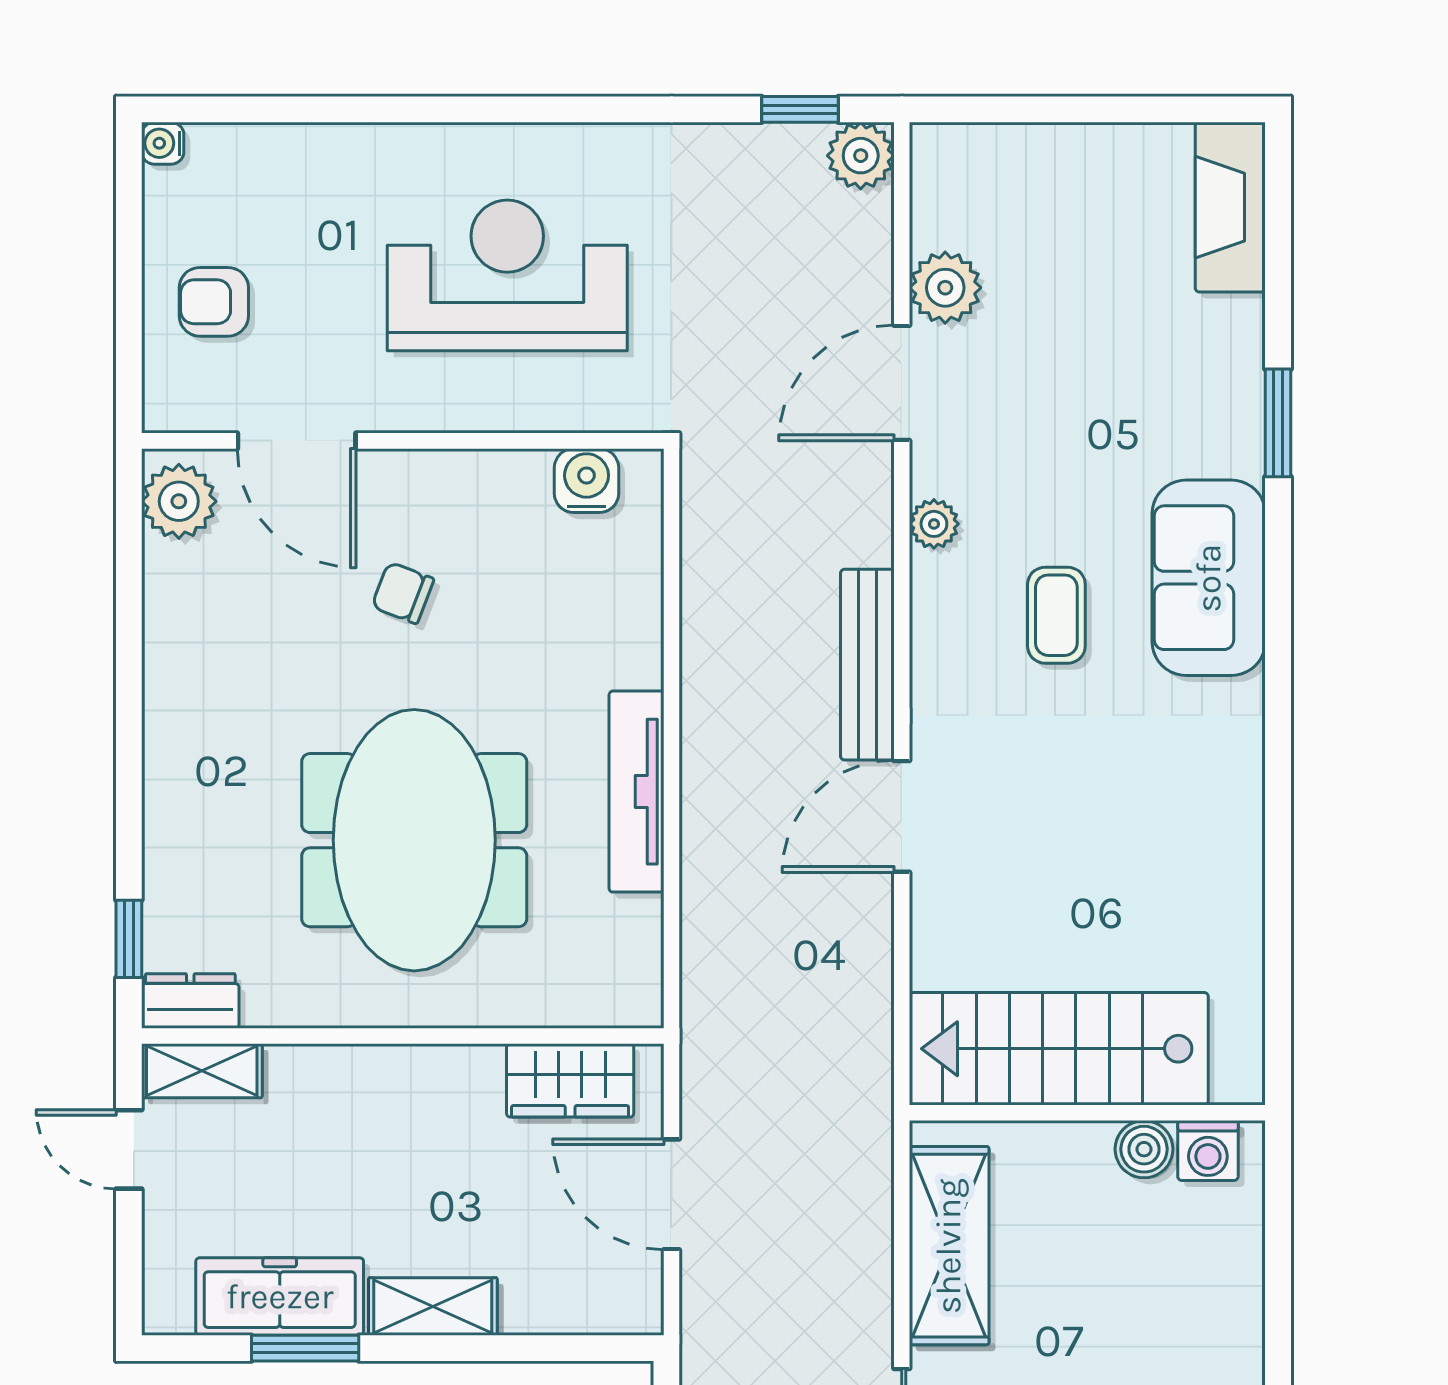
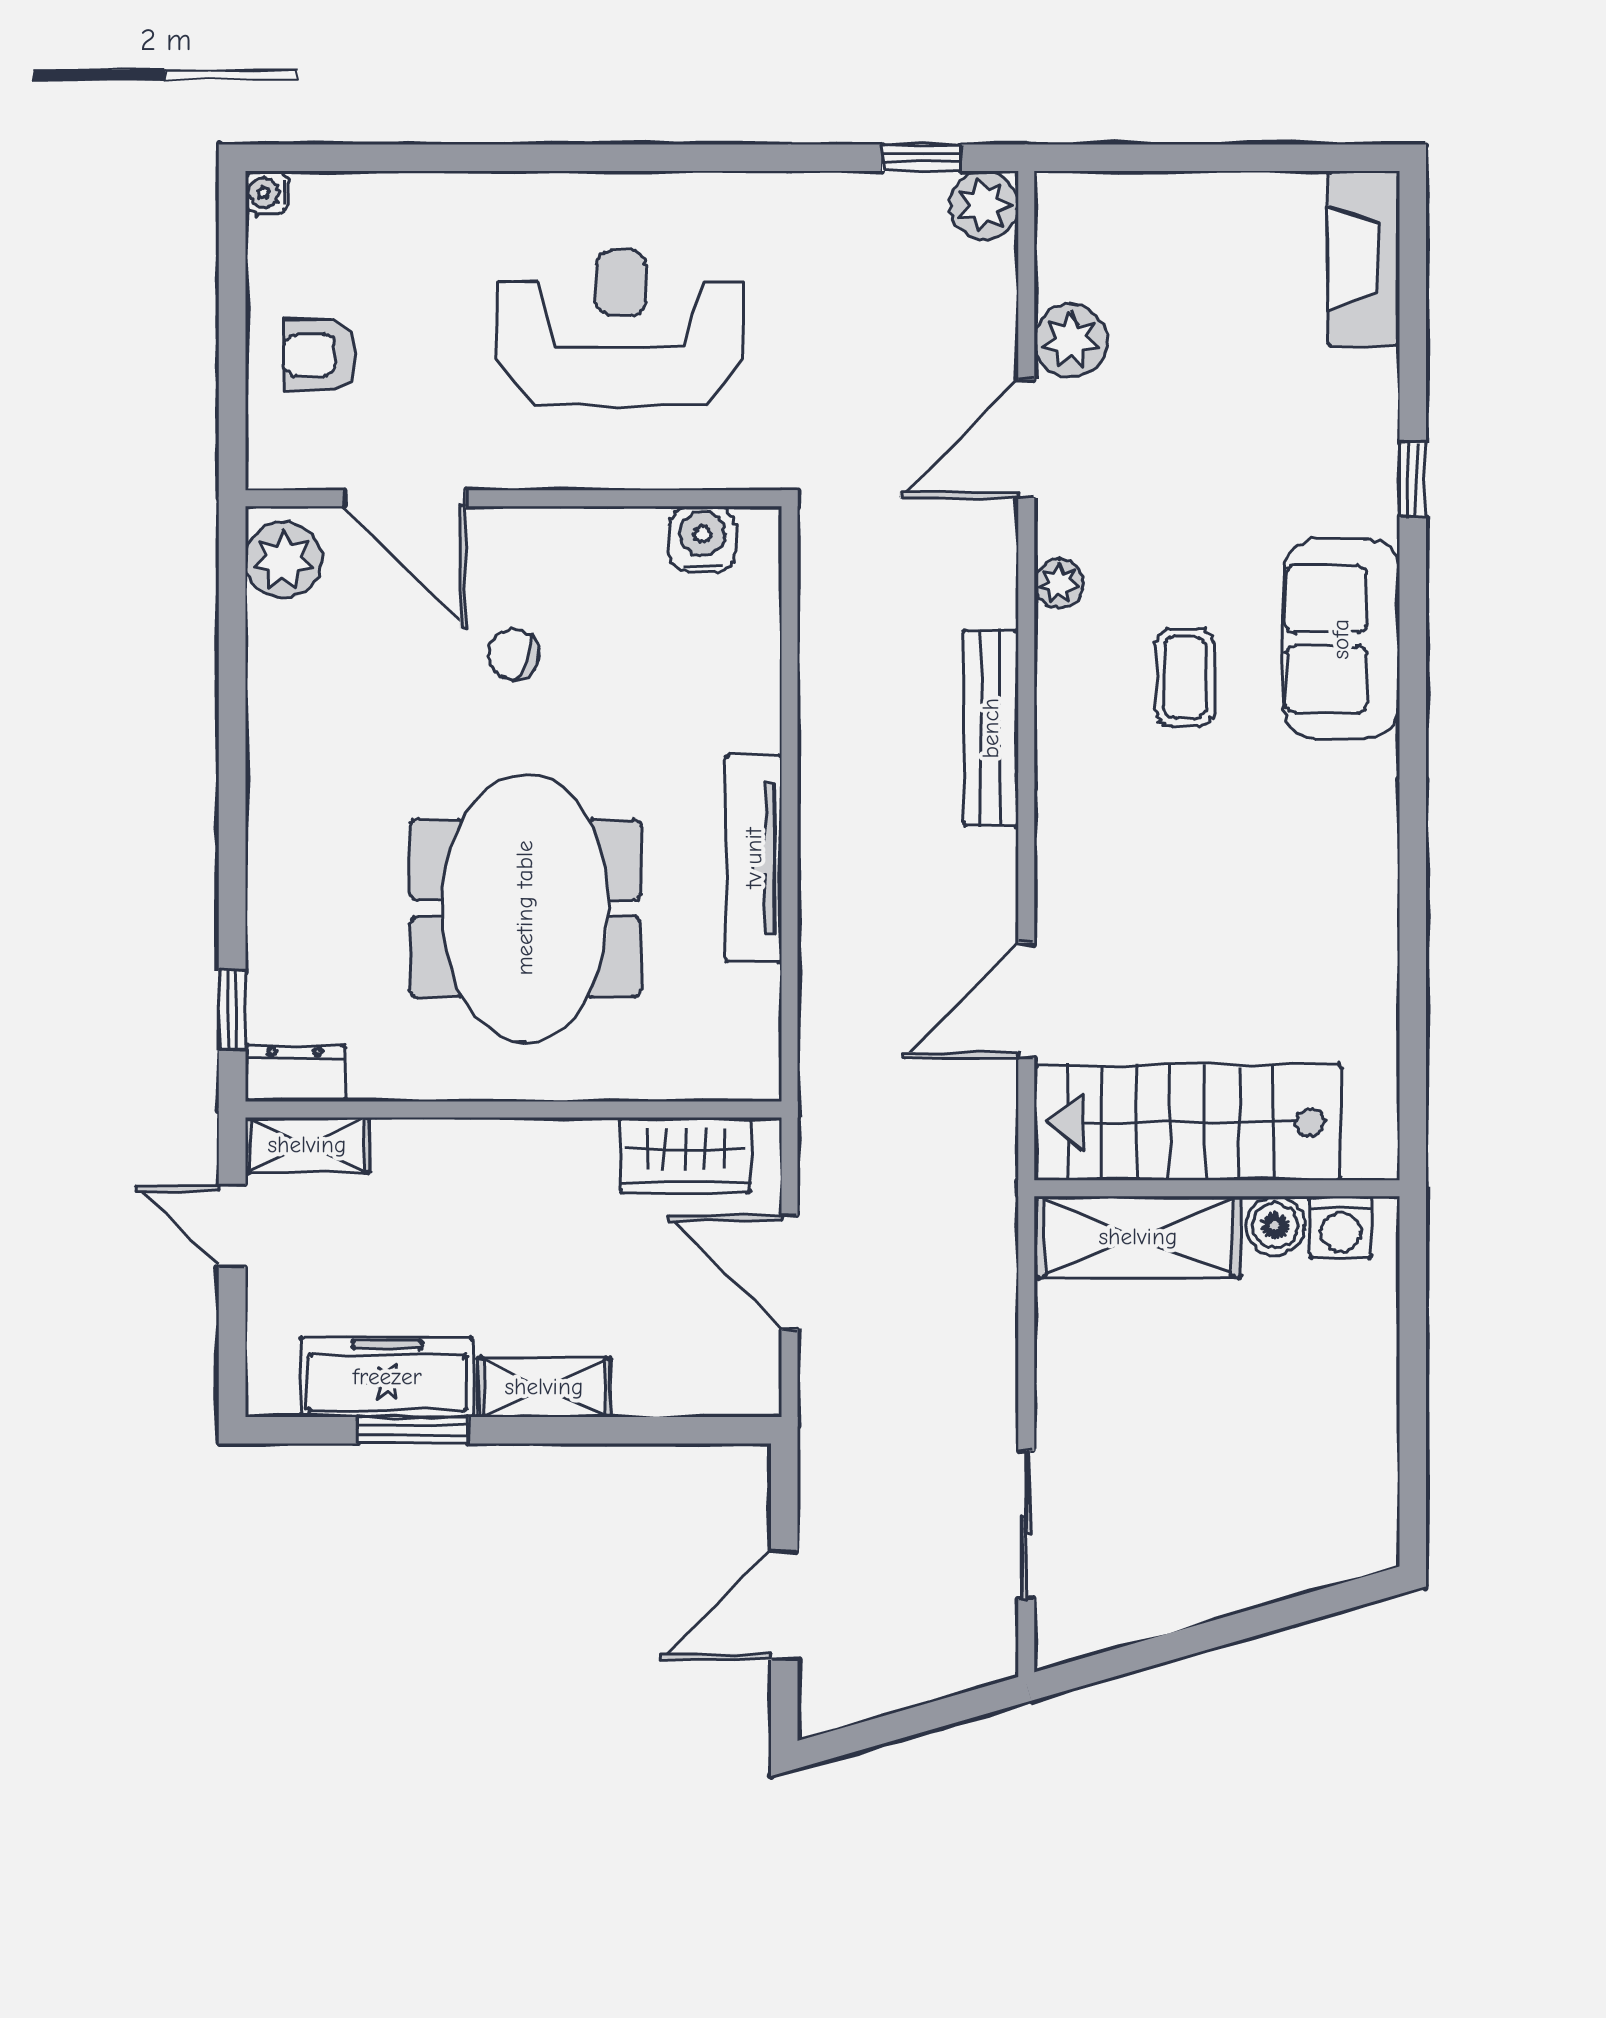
window: (1278, 423) -> (1413, 480), width x0.67
door: (902, 816) -> (1026, 1000), moved
shelving: (949, 1246) -> (1138, 1237), moved, turned 90

